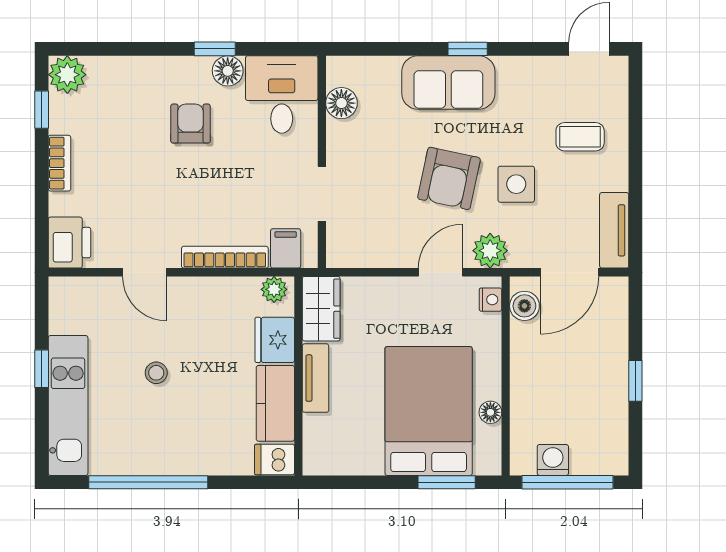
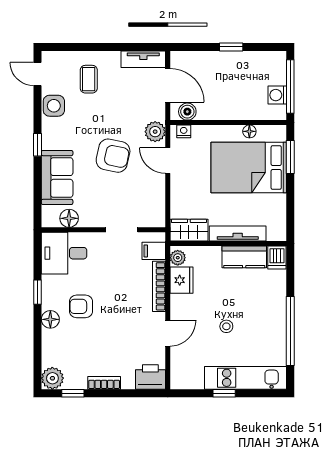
floor lamp: (228, 71) -> (50, 319), moved
sofa: (448, 82) -> (57, 177), moved
side table: (516, 184) -> (54, 106), moved
fridge: (275, 340) -> (182, 280), moved, turned -90
tv unit: (316, 378) -> (238, 233), width x1.41

